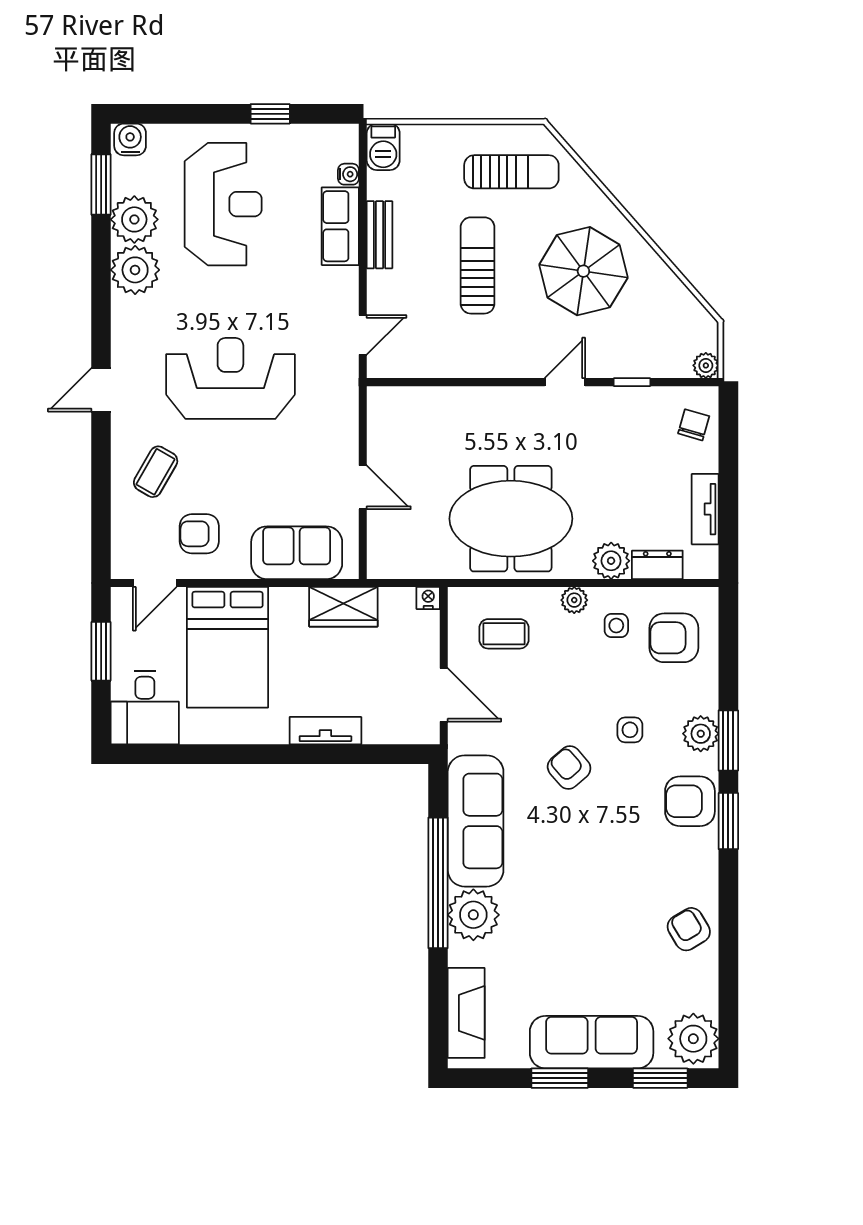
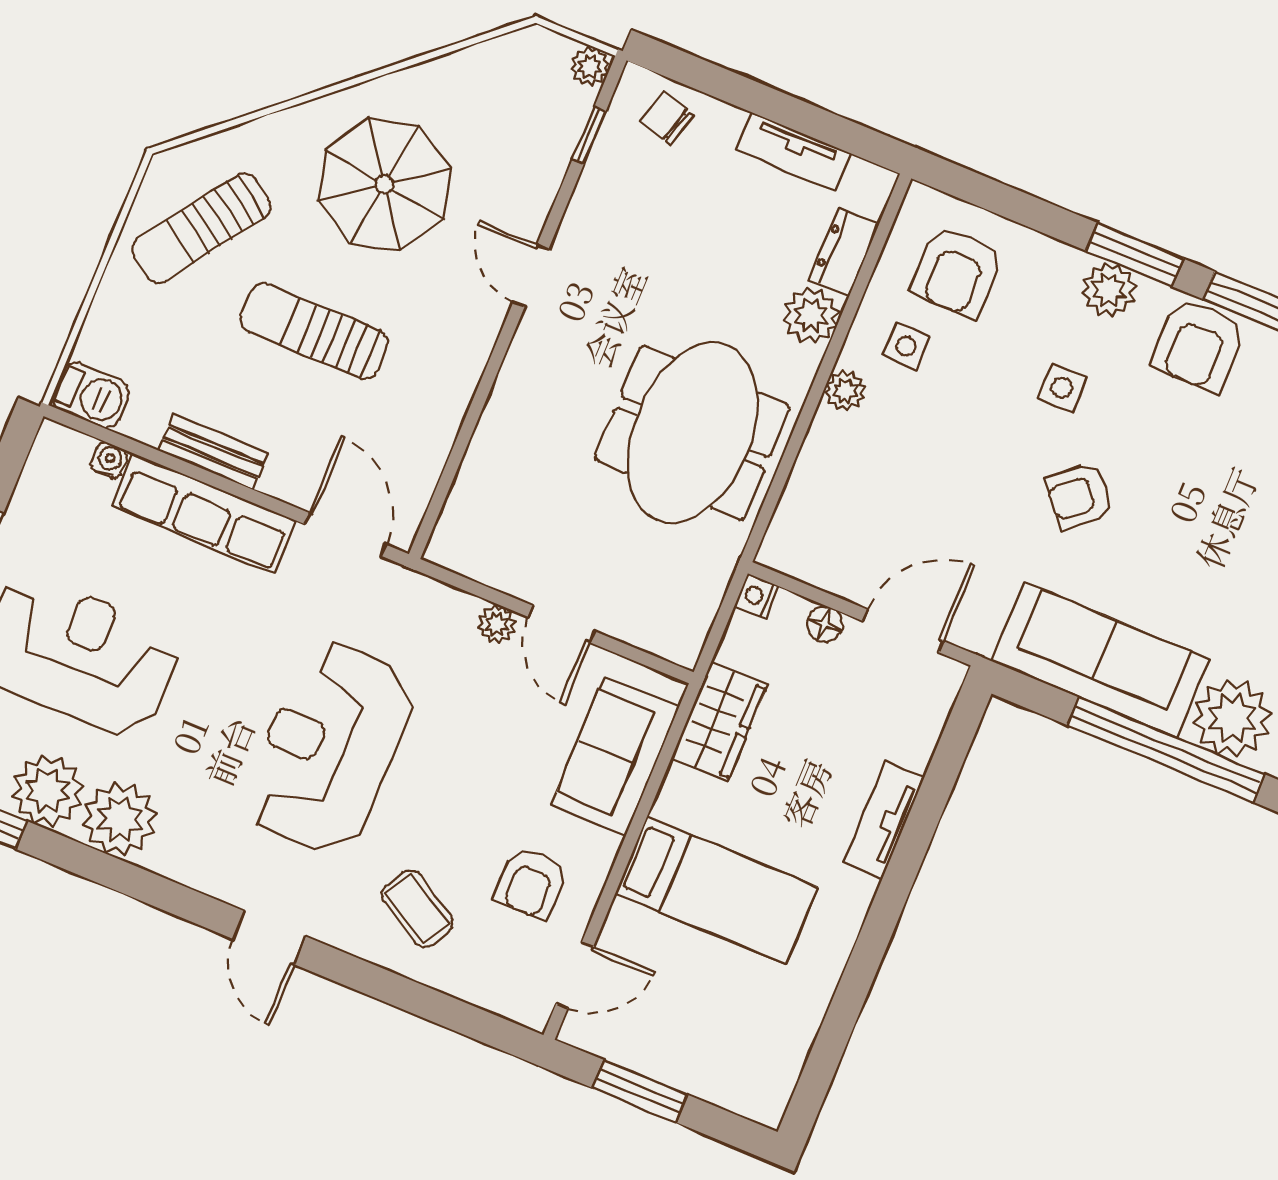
sun lounger: (511, 172) -> (201, 228), turned -145
row of seats: (340, 226) -> (204, 513), width x1.48
door: (363, 335) -> (345, 534), width x1.38
window: (632, 382) -> (589, 135), moved
plant: (346, 449) -> (497, 624), added
door: (363, 487) -> (561, 624), swing flipped
door: (155, 583) -> (575, 975), hinge flipped
coffee table: (504, 634) -> (852, 510), removed
floor lamp: (428, 646) -> (825, 624), added
bed: (227, 647) -> (716, 890), width x0.67
desk: (145, 708) -> (746, 1062), removed

